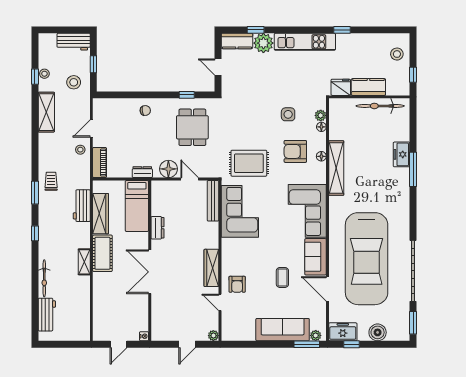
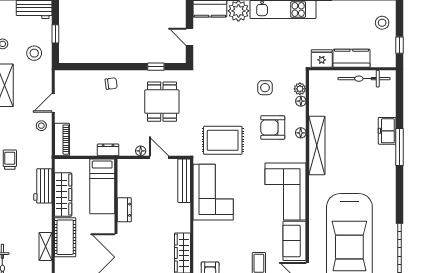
floor lamp: (168, 169) -> (141, 151), width x0.53, depth x0.53

